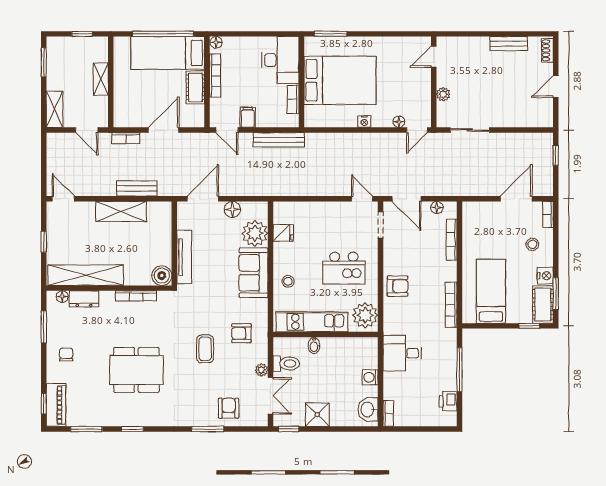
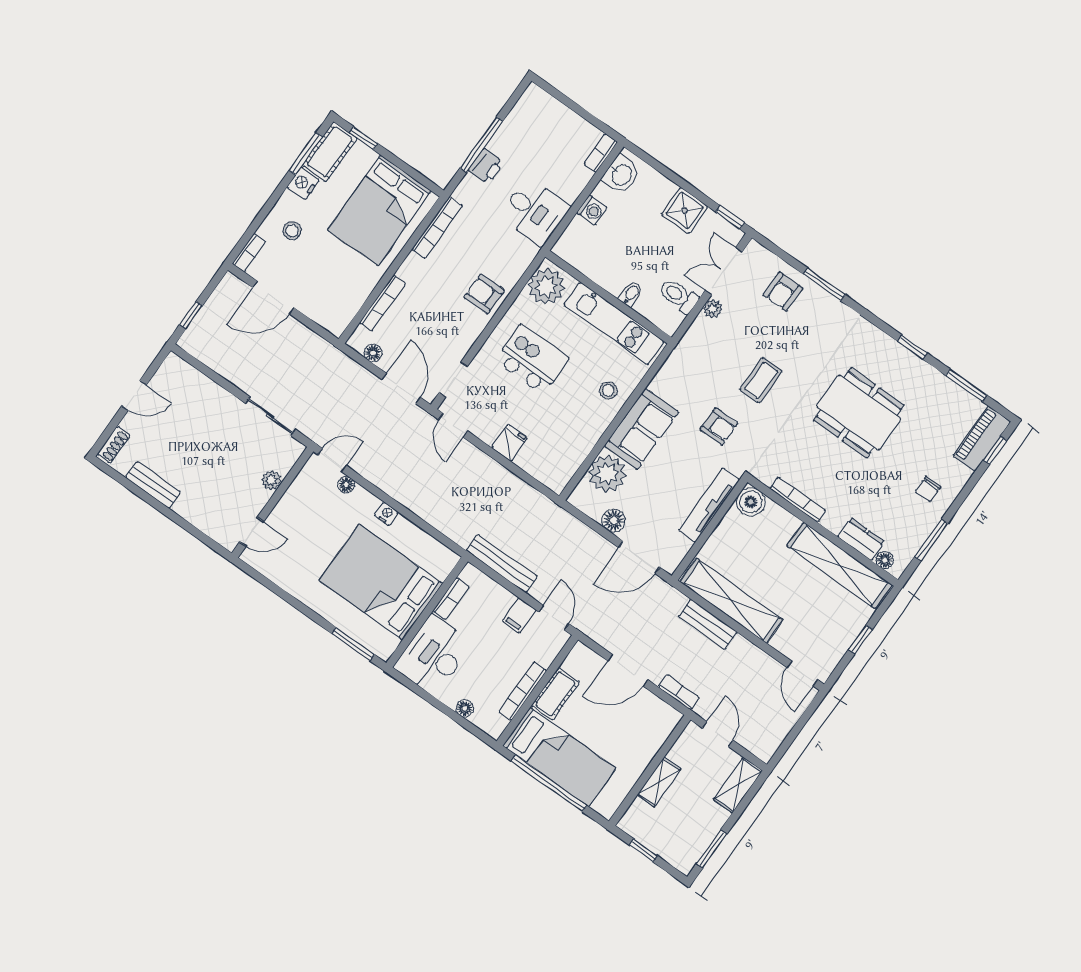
floor lamp: (216, 42) -> (465, 709), moved
shelving: (121, 211) -> (731, 601), width x1.47
fridge: (283, 233) -> (509, 443), moved, turned 90
bed: (491, 291) -> (379, 210), width x1.50
armchair: (241, 333) -> (719, 426), moved
printer: (448, 401) -> (486, 166), moved

